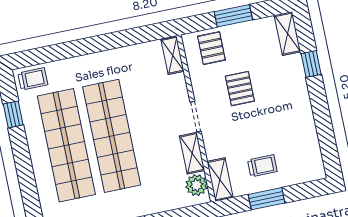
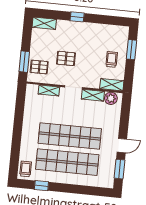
window: (233, 16) -> (24, 62), moved
shelving: (173, 55) -> (49, 91), moved
window: (311, 64) -> (77, 17), moved
window: (267, 199) -> (131, 50), moved

